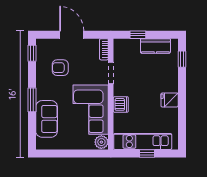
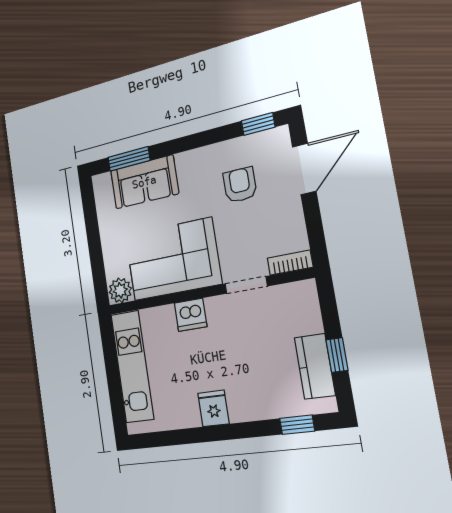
door: (72, 35) -> (304, 169), moved
window: (138, 35) -> (337, 355), moved
window: (32, 100) -> (129, 159), moved
window: (147, 154) -> (113, 377), removed

